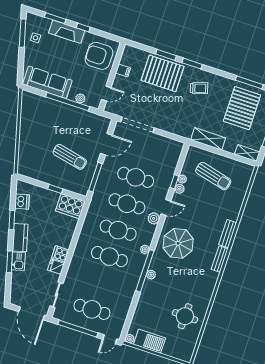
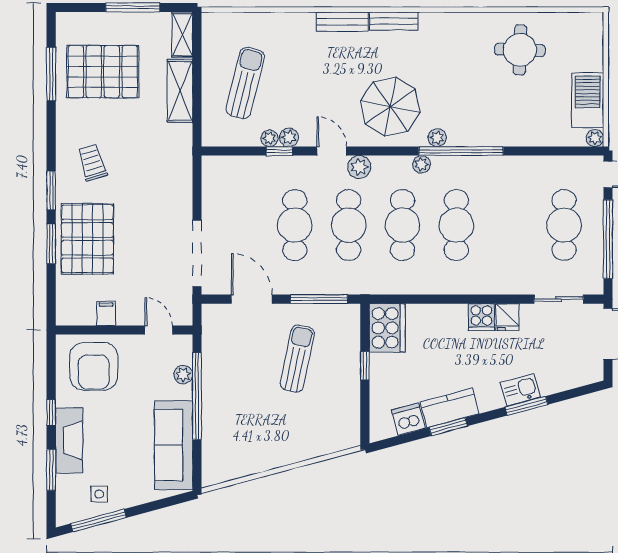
shelving: (208, 139) -> (180, 91), moved
kitchen counter: (20, 238) -> (450, 408), moved
plant: (151, 275) -> (437, 138), moved

